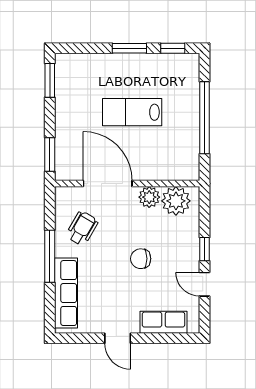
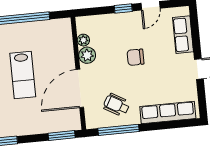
plant: (176, 201) -> (83, 40), width x0.53, depth x0.53
window: (50, 256) -> (119, 130), moved
chair: (141, 259) -> (136, 57), turned 90

